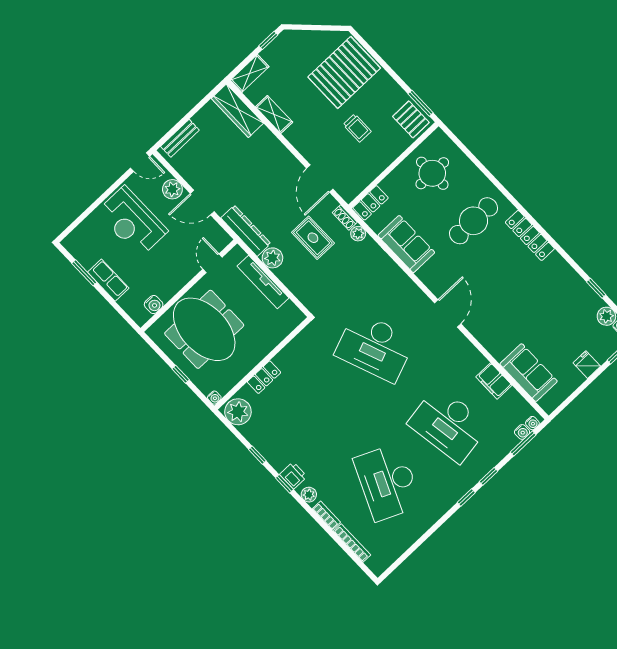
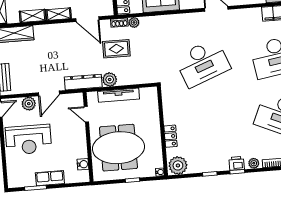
shelving: (300, 142) -> (59, 14), added

